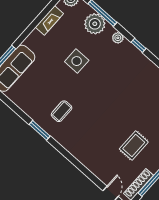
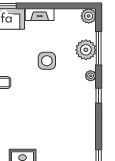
fireplace: (49, 20) -> (40, 14), moved

